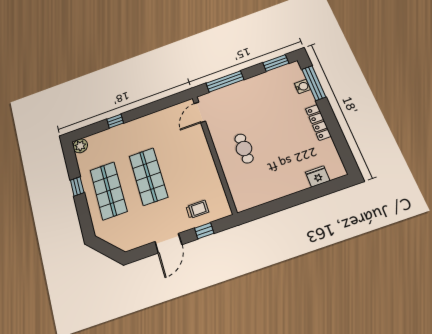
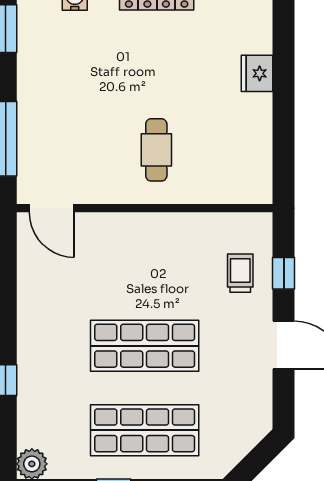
cafe table: (244, 148) -> (156, 150), turned 90
fridge: (318, 176) -> (257, 73), moved

